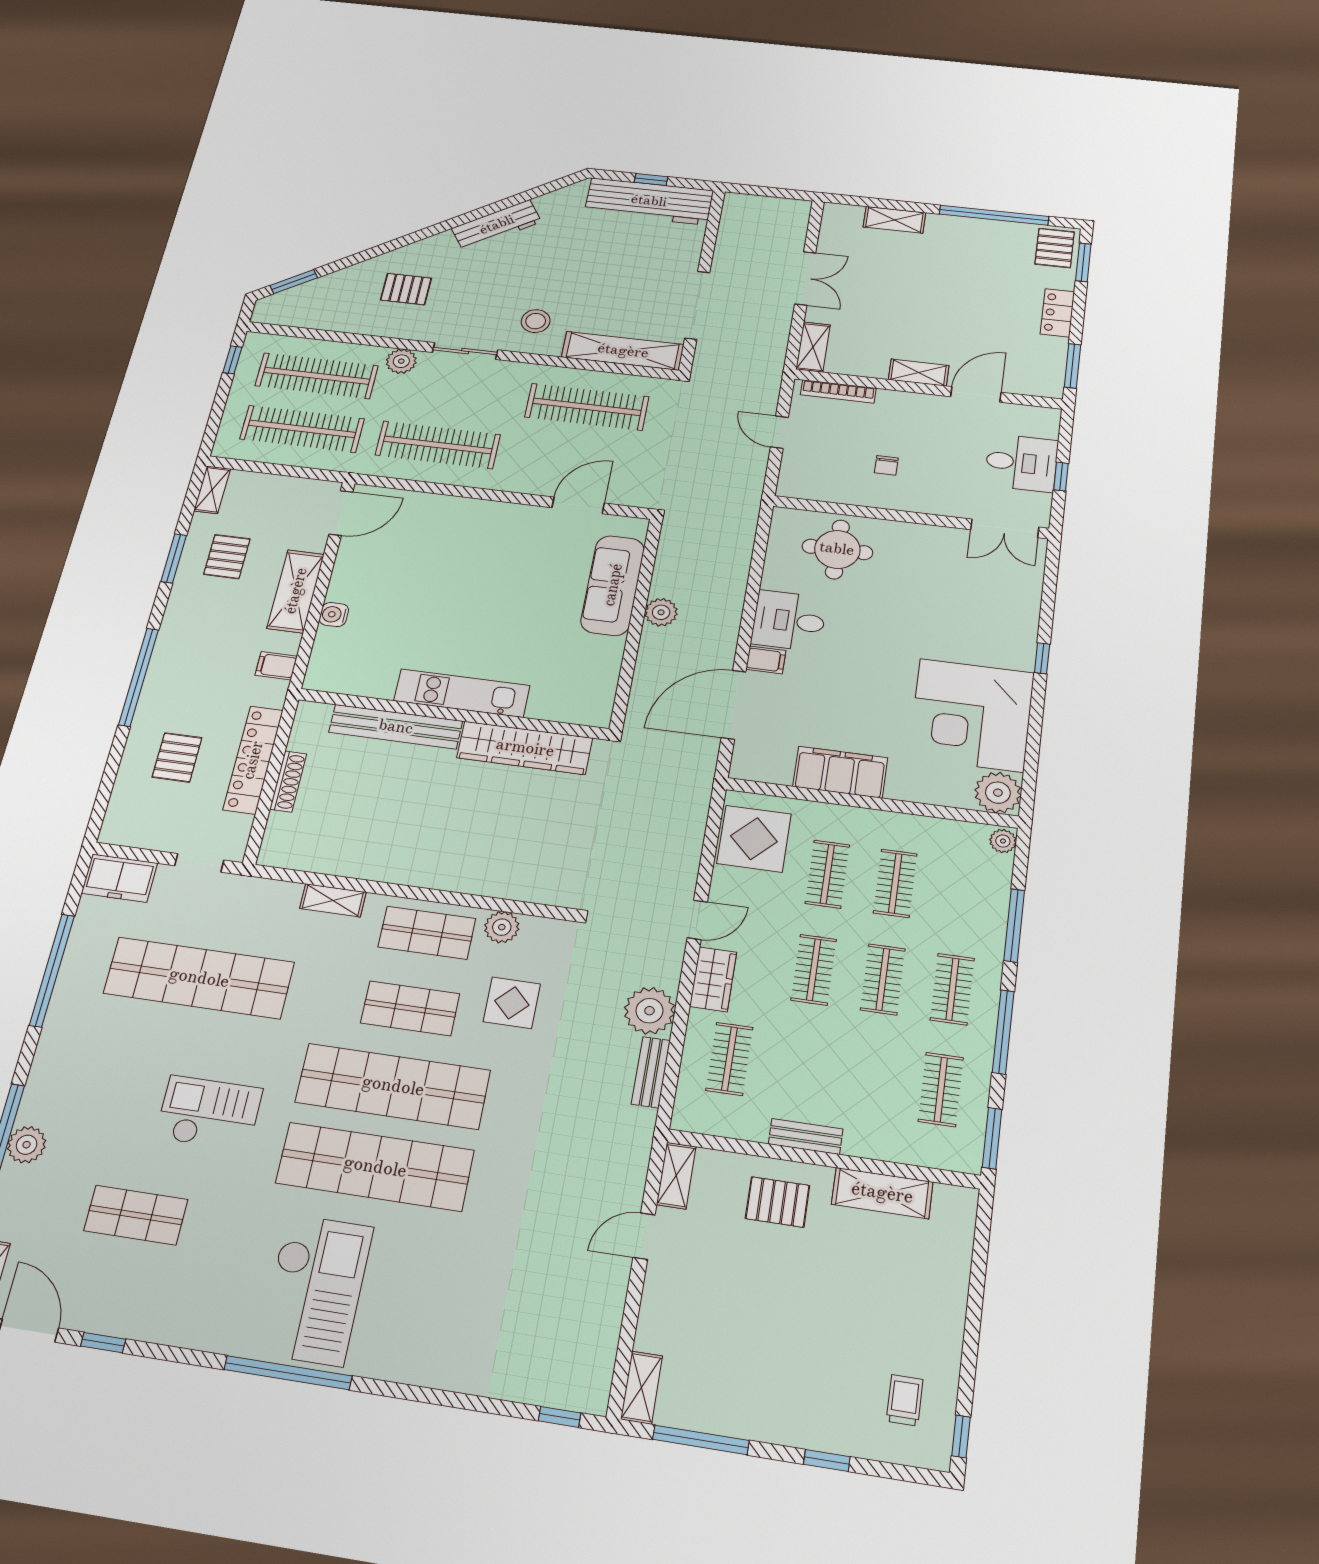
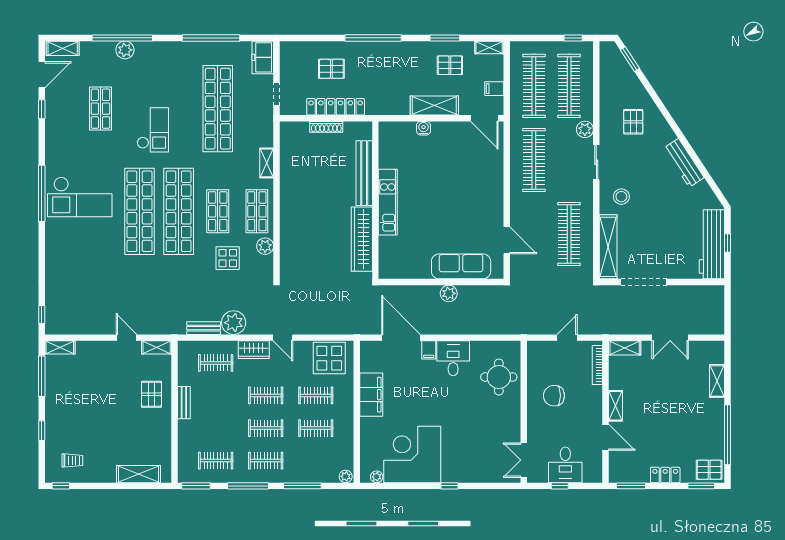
chair: (886, 465) -> (554, 396), width x1.87, depth x1.87
filing cabinet: (276, 666) -> (494, 89), moved, turned -90
plant: (998, 793) -> (377, 477), width x0.53, depth x0.53
shelving: (882, 1193) -> (139, 474), moved, turned 90

